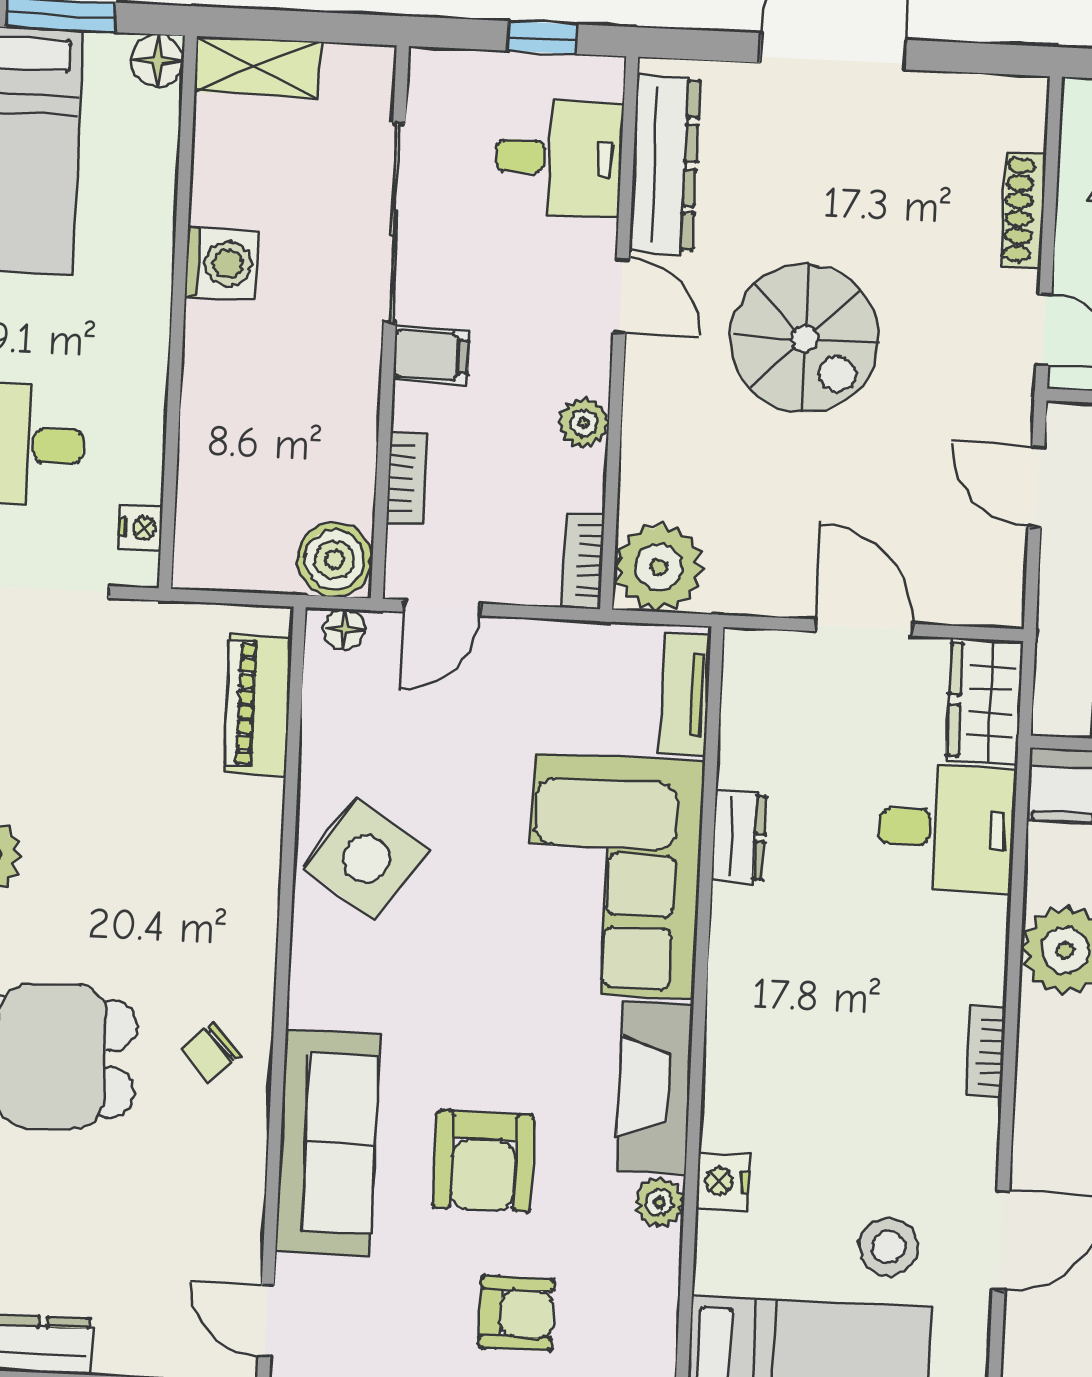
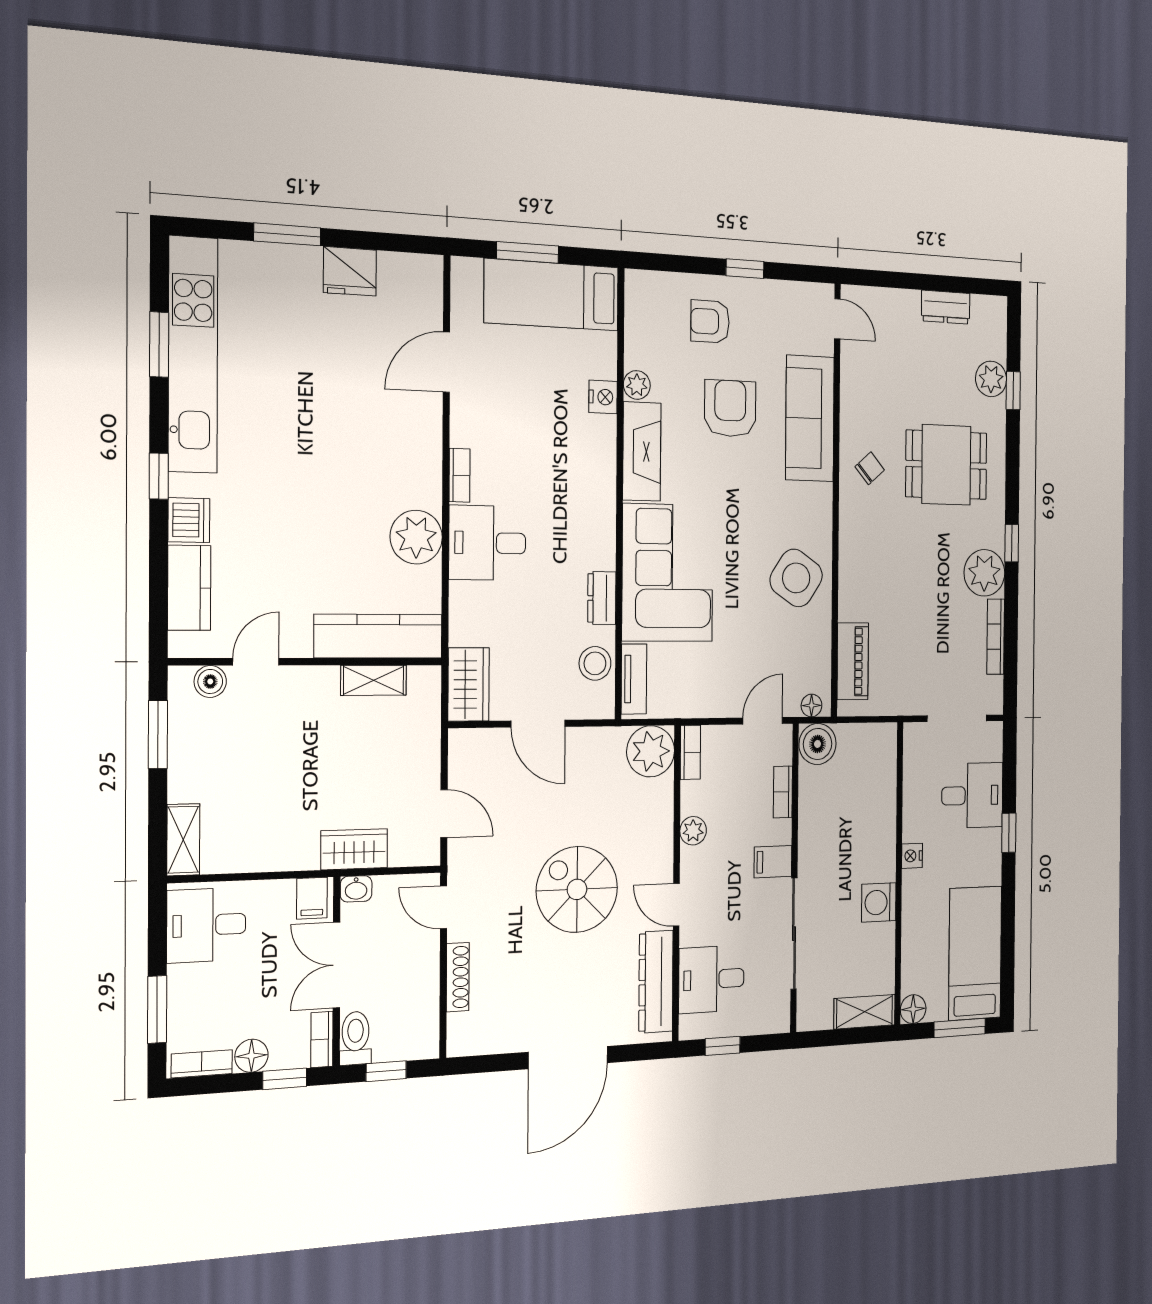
nightstand: (141, 528) -> (912, 856), moved
desk: (947, 828) -> (487, 543), moved
stool: (888, 1247) -> (595, 663), moved

